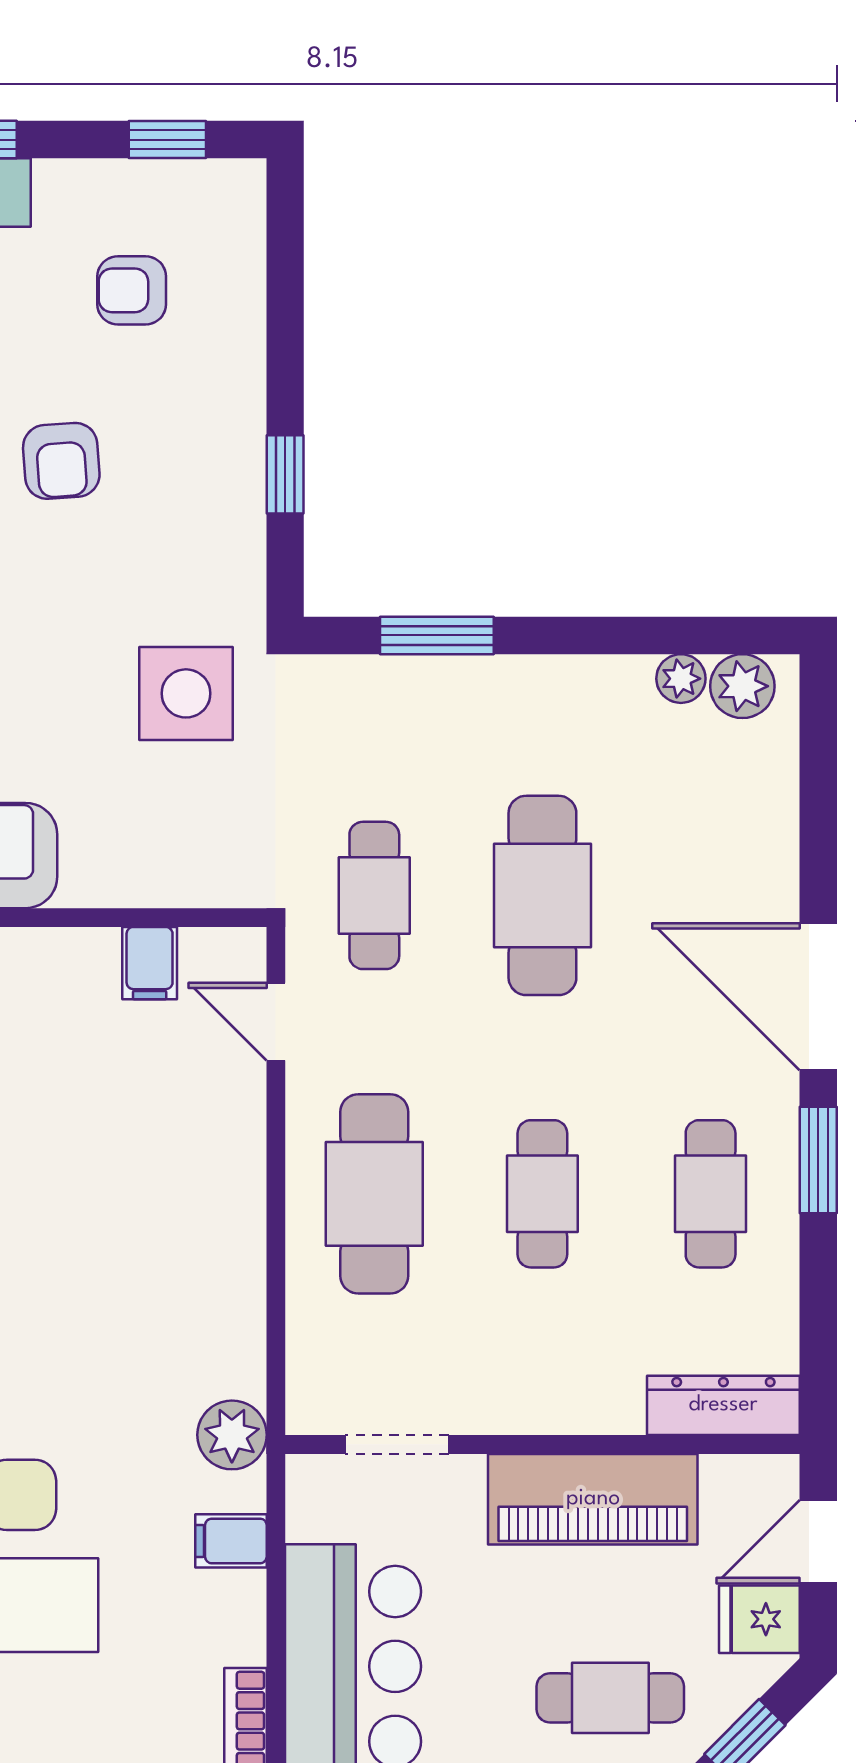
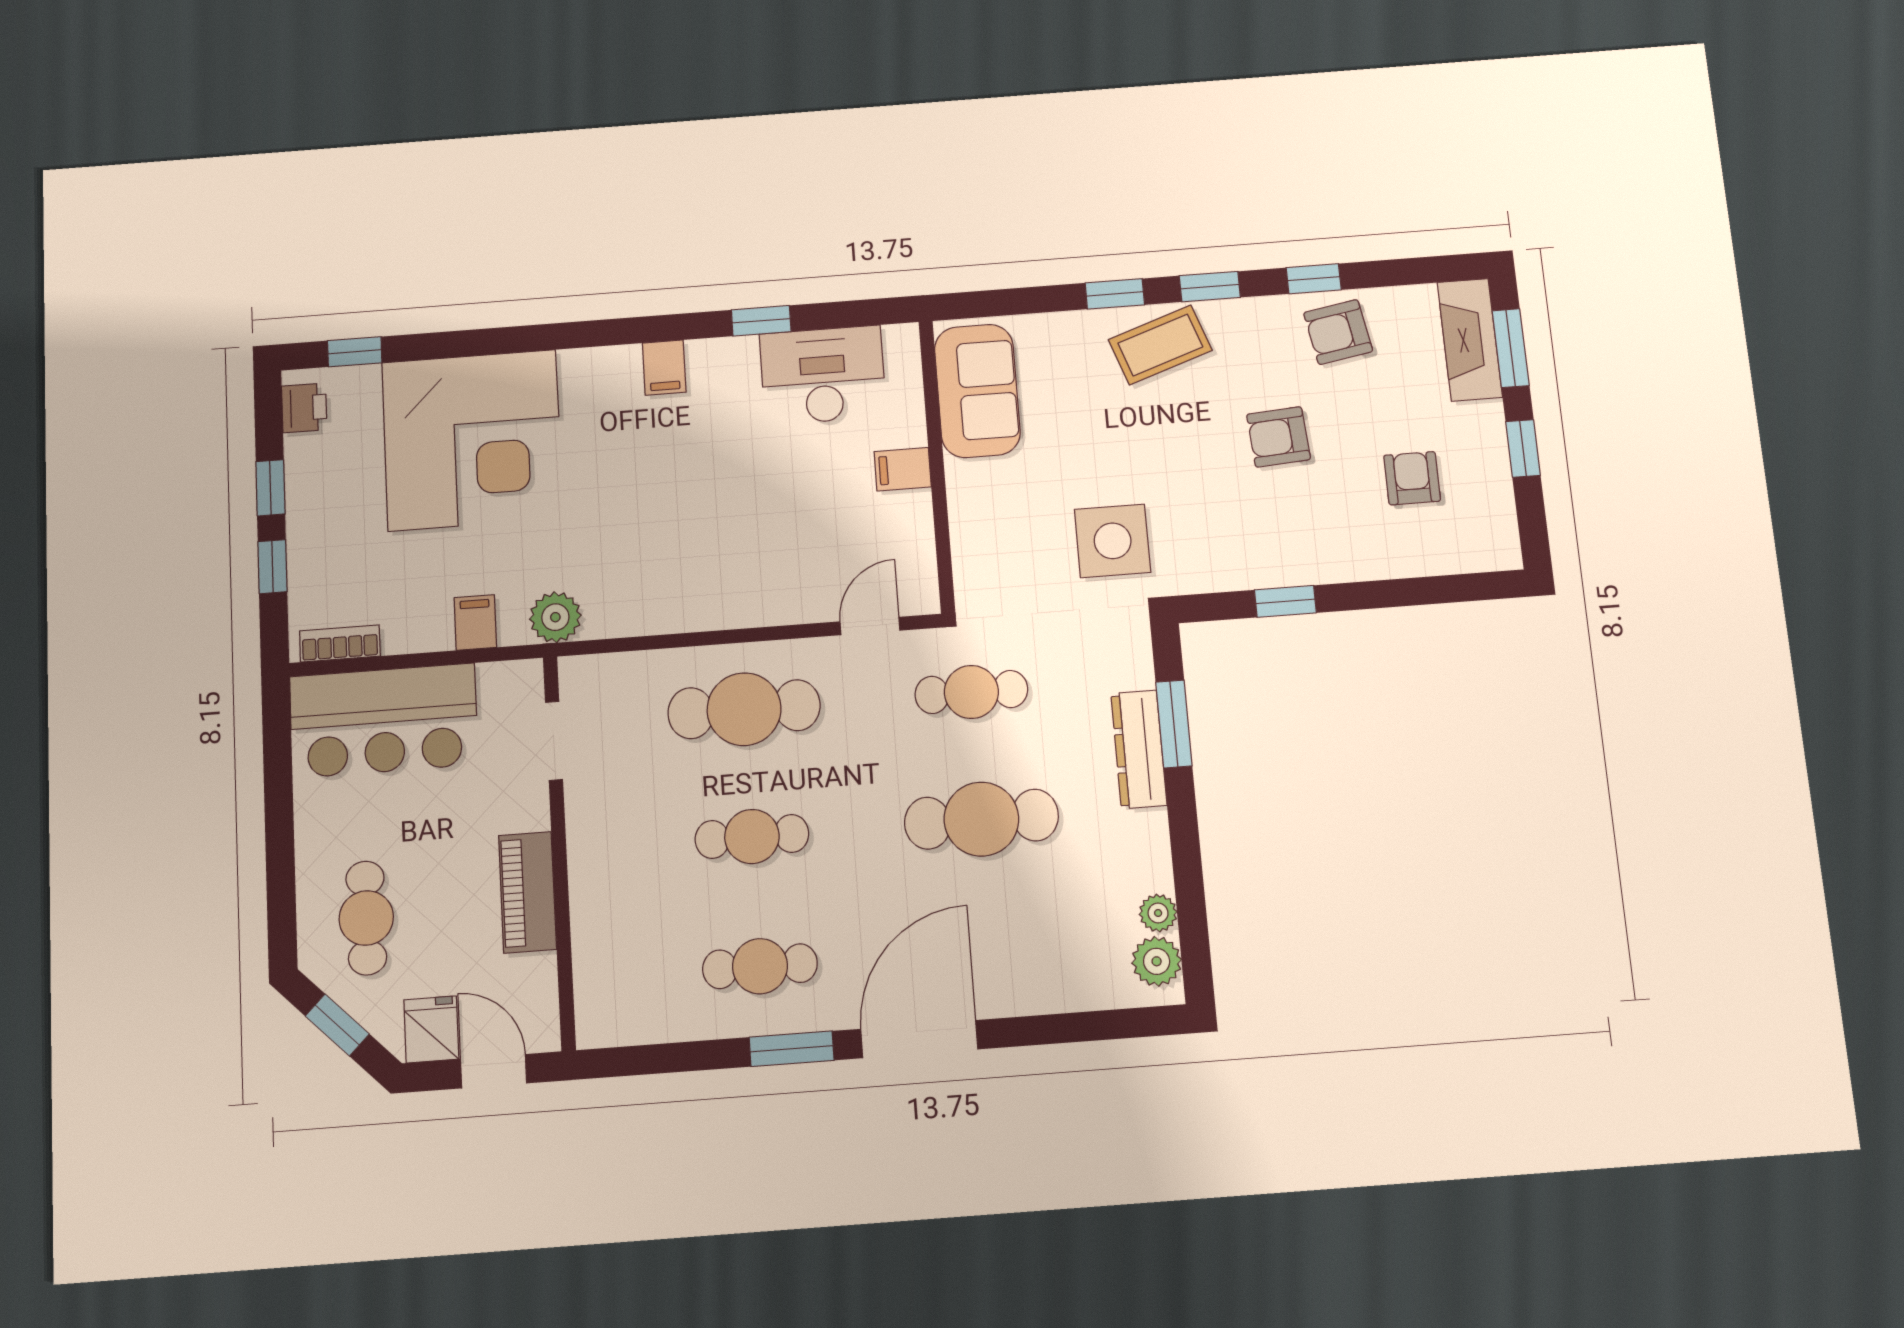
window: (167, 140) -> (1523, 448), moved
filing cabinet: (150, 963) -> (903, 469), moved
dresser: (723, 1405) -> (1139, 749), moved, turned 180
piano: (593, 1499) -> (528, 892), width x0.73, depth x0.75

